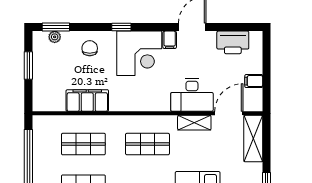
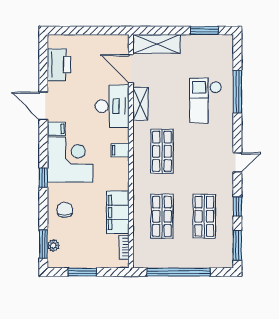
chair: (90, 48) -> (65, 210), turned 90
filing cabinet: (254, 81) -> (120, 150), moved, turned 90
bookcase: (53, 107) -> (124, 247), added

